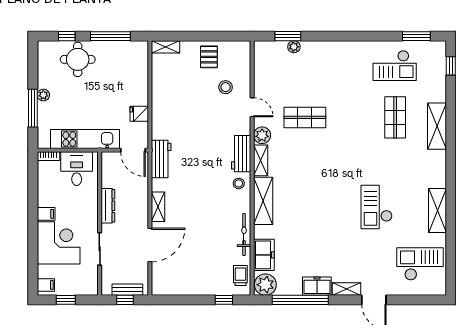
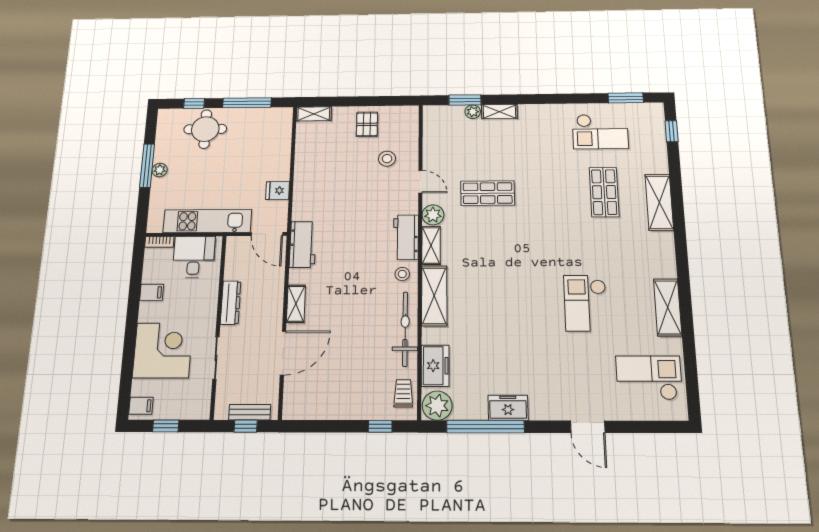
window: (33, 108) -> (147, 166), moved
filing cabinet: (46, 214) -> (152, 292), moved
bicycle: (244, 234) -> (405, 329), width x1.37, depth x1.40
shelving: (346, 289) -> (499, 112), moved

